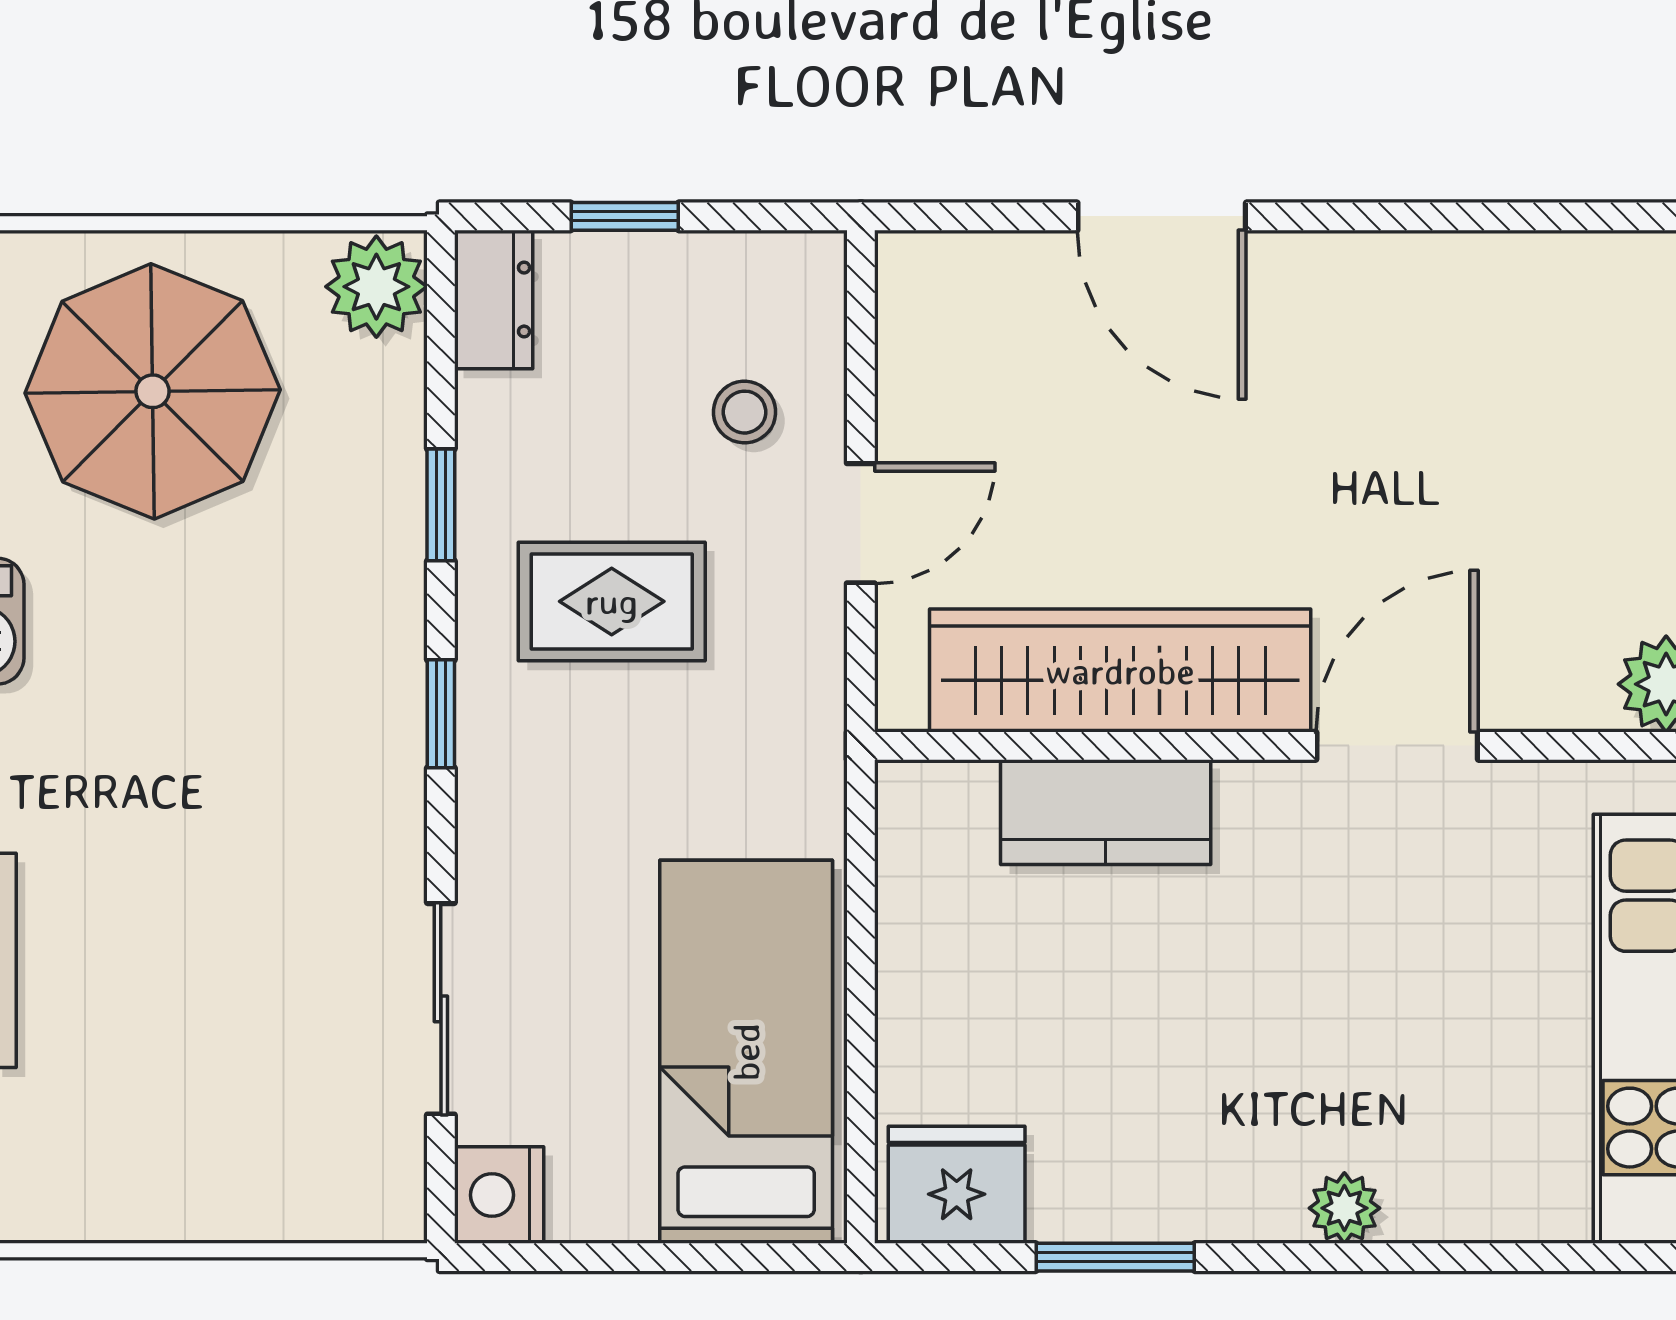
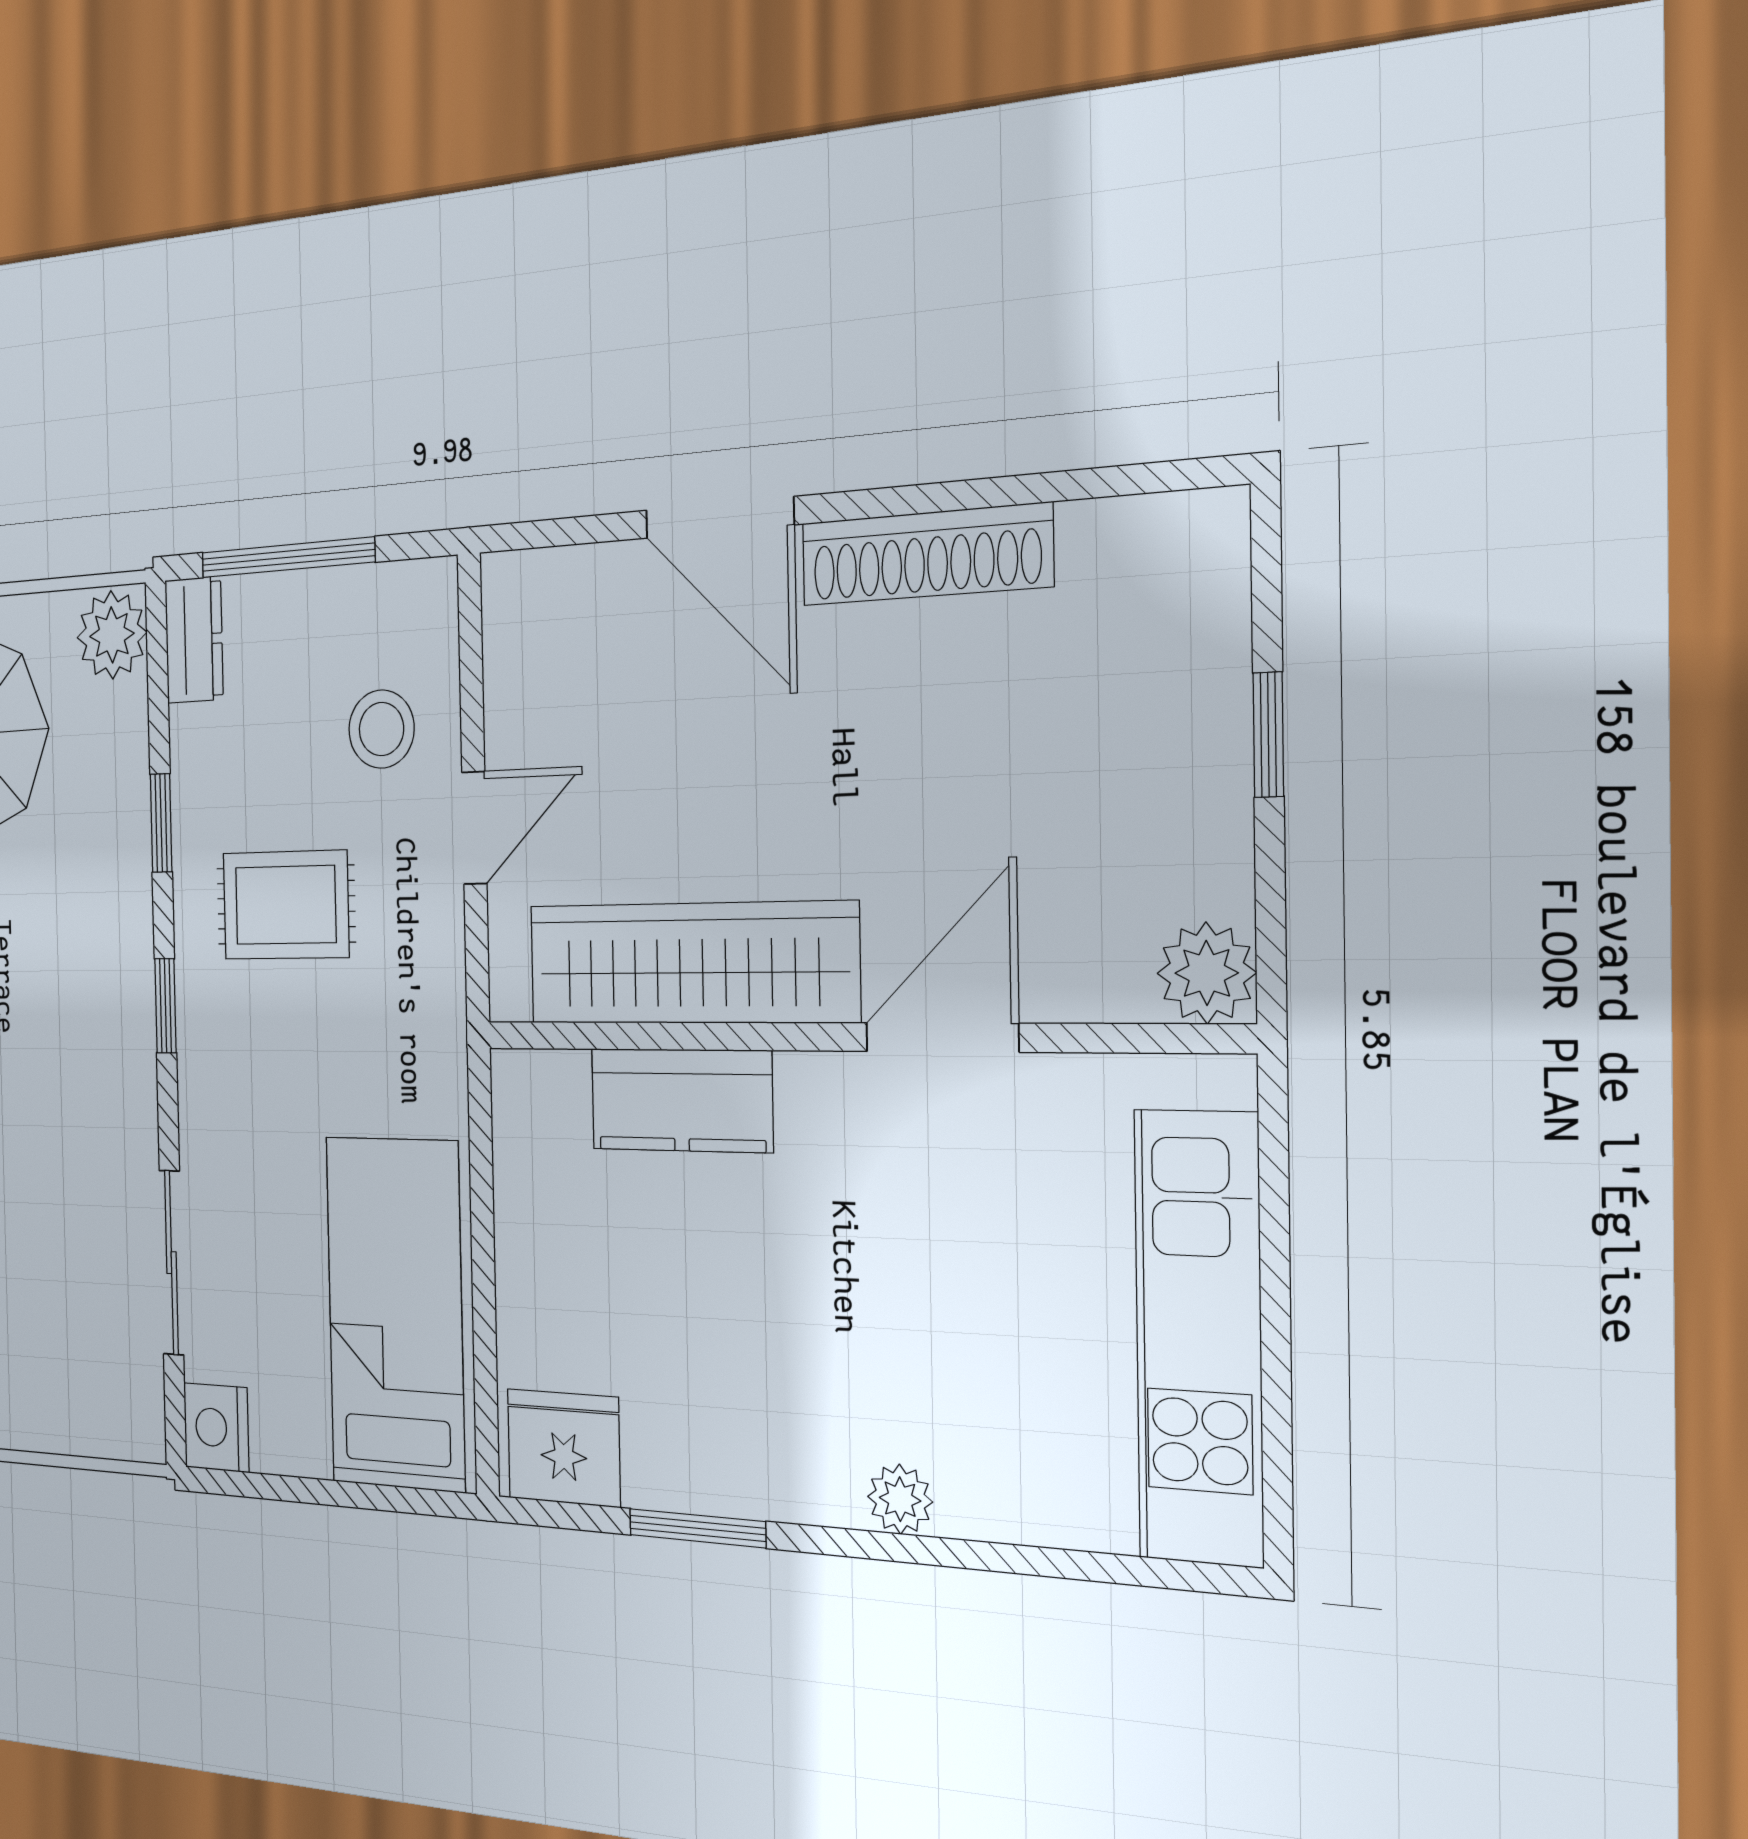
window: (625, 216) -> (287, 557), width x2.17
shoe rack: (1388, 271) -> (926, 554), added
stool: (745, 412) -> (381, 729), width x1.37, depth x1.37

